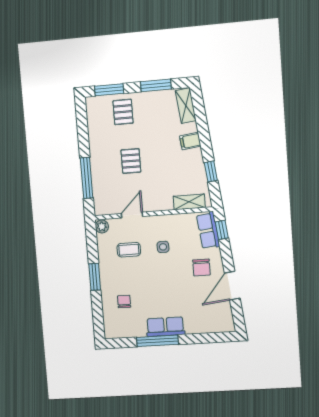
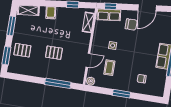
door: (132, 215) -> (88, 60), swing flipped
door: (232, 286) -> (147, 8), hinge flipped

